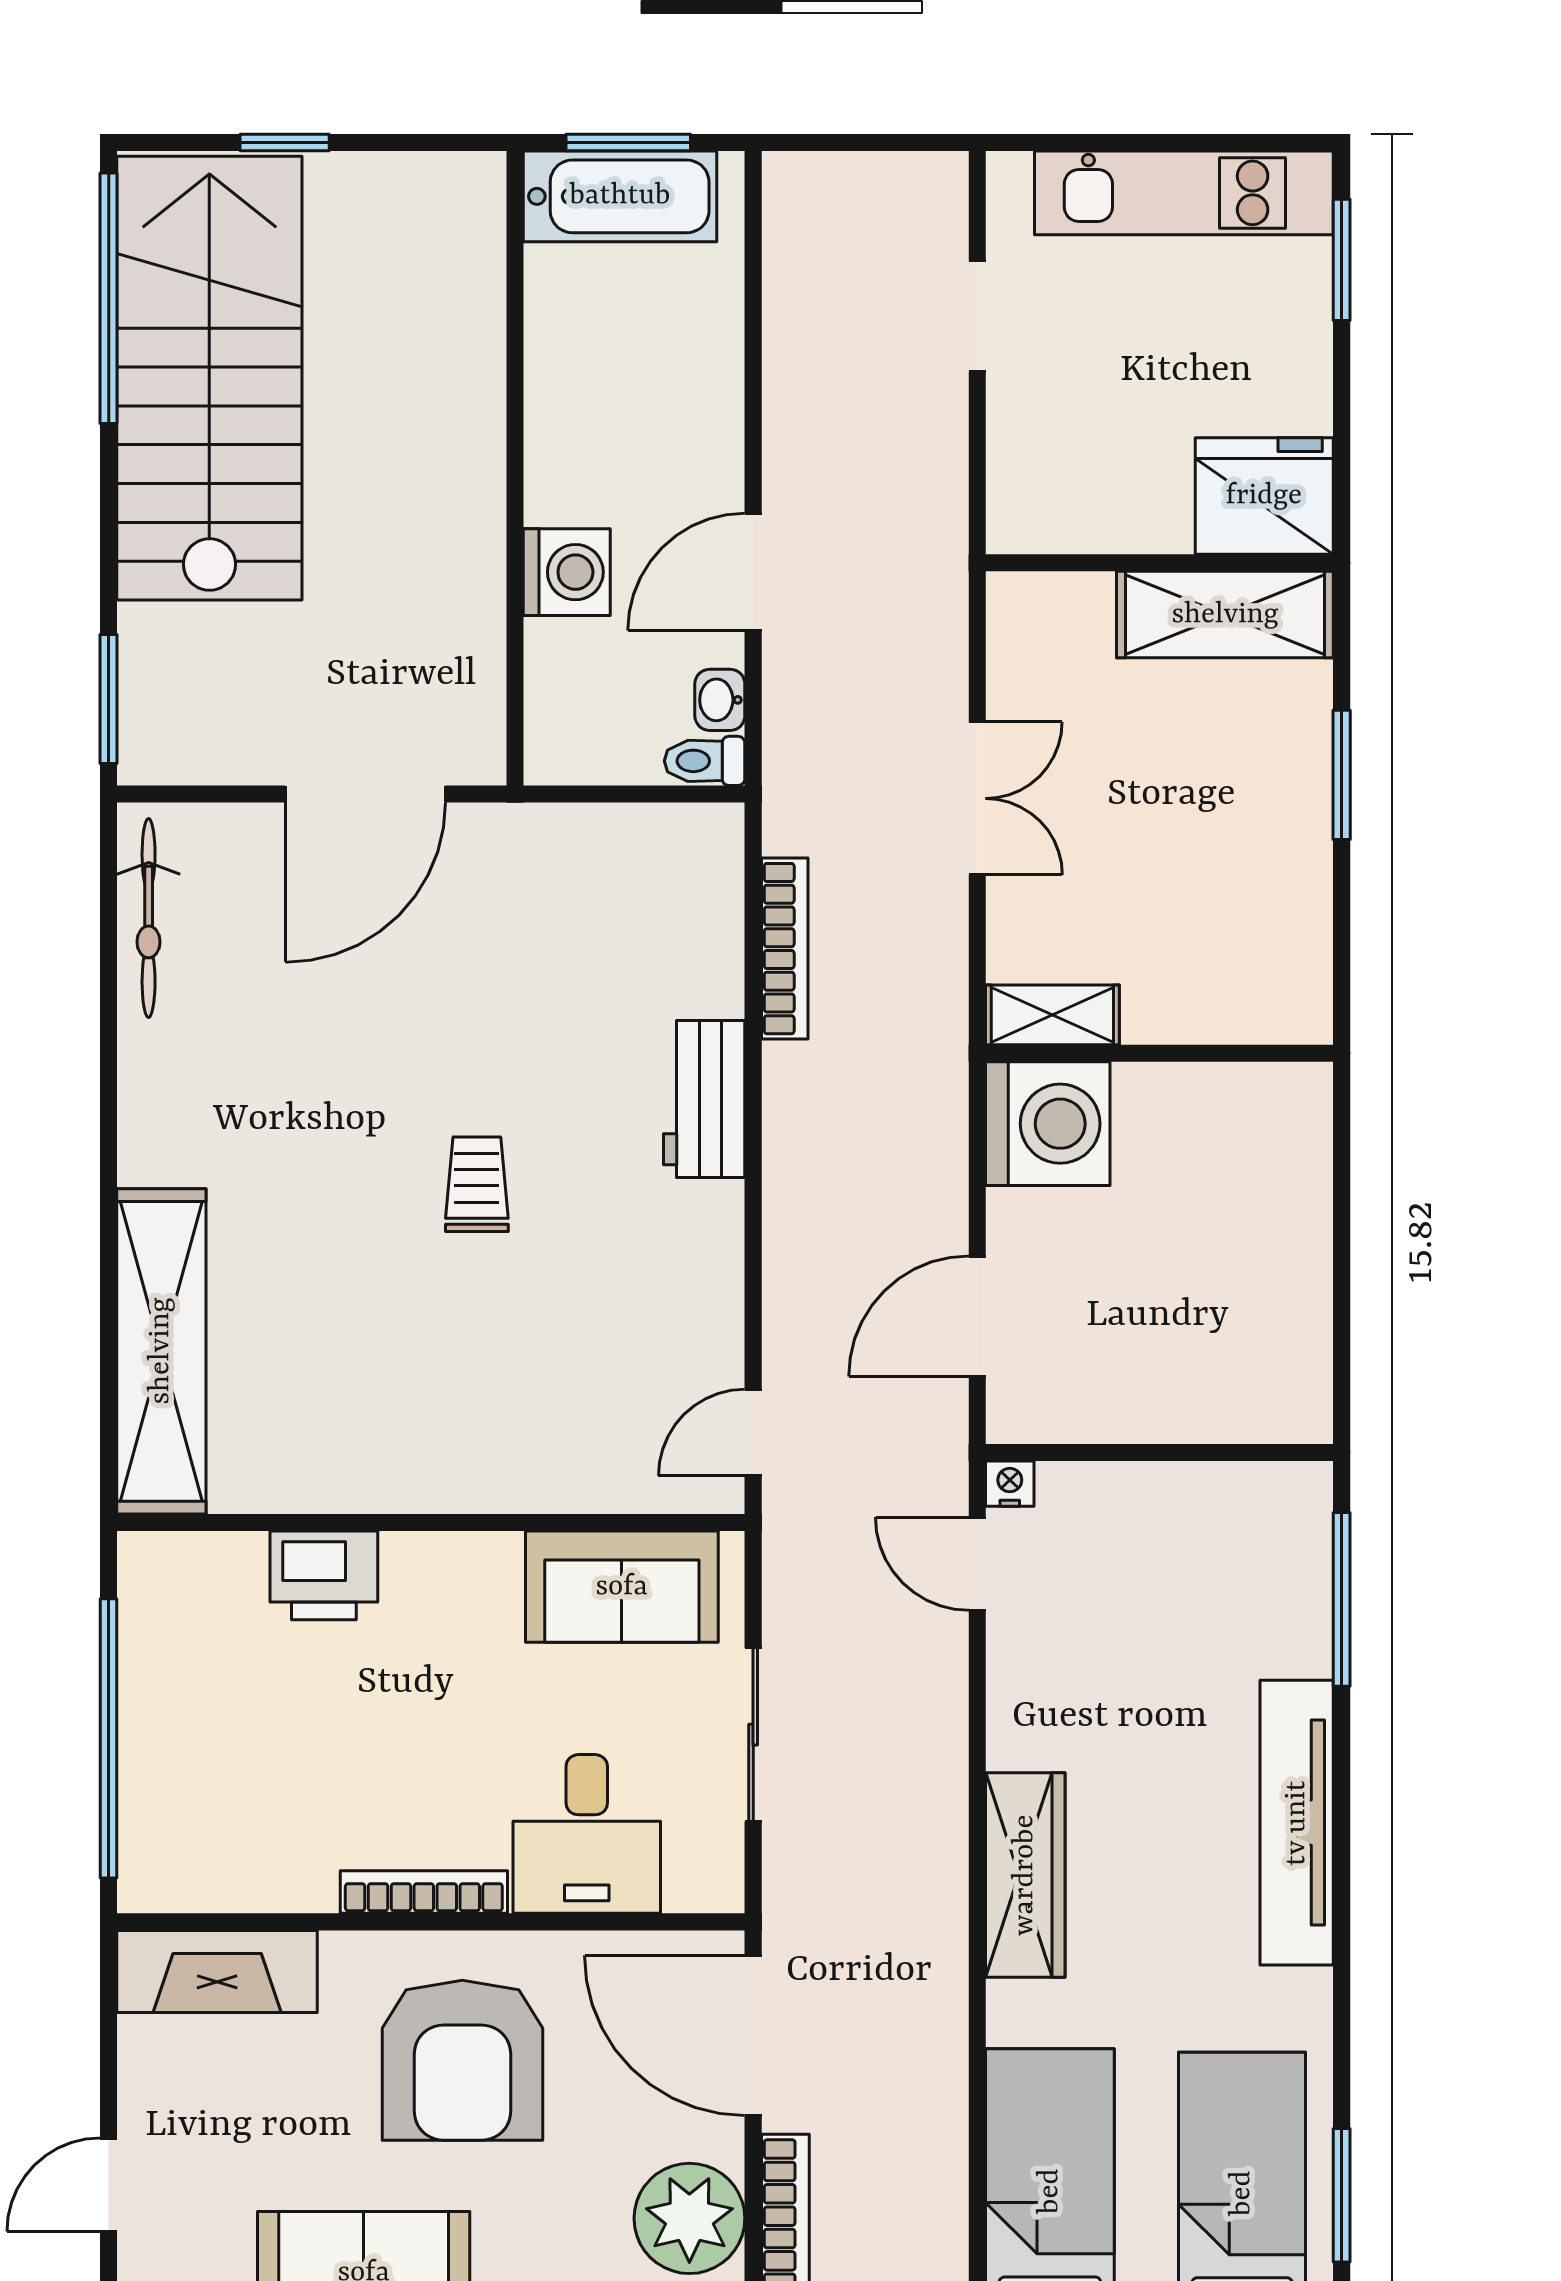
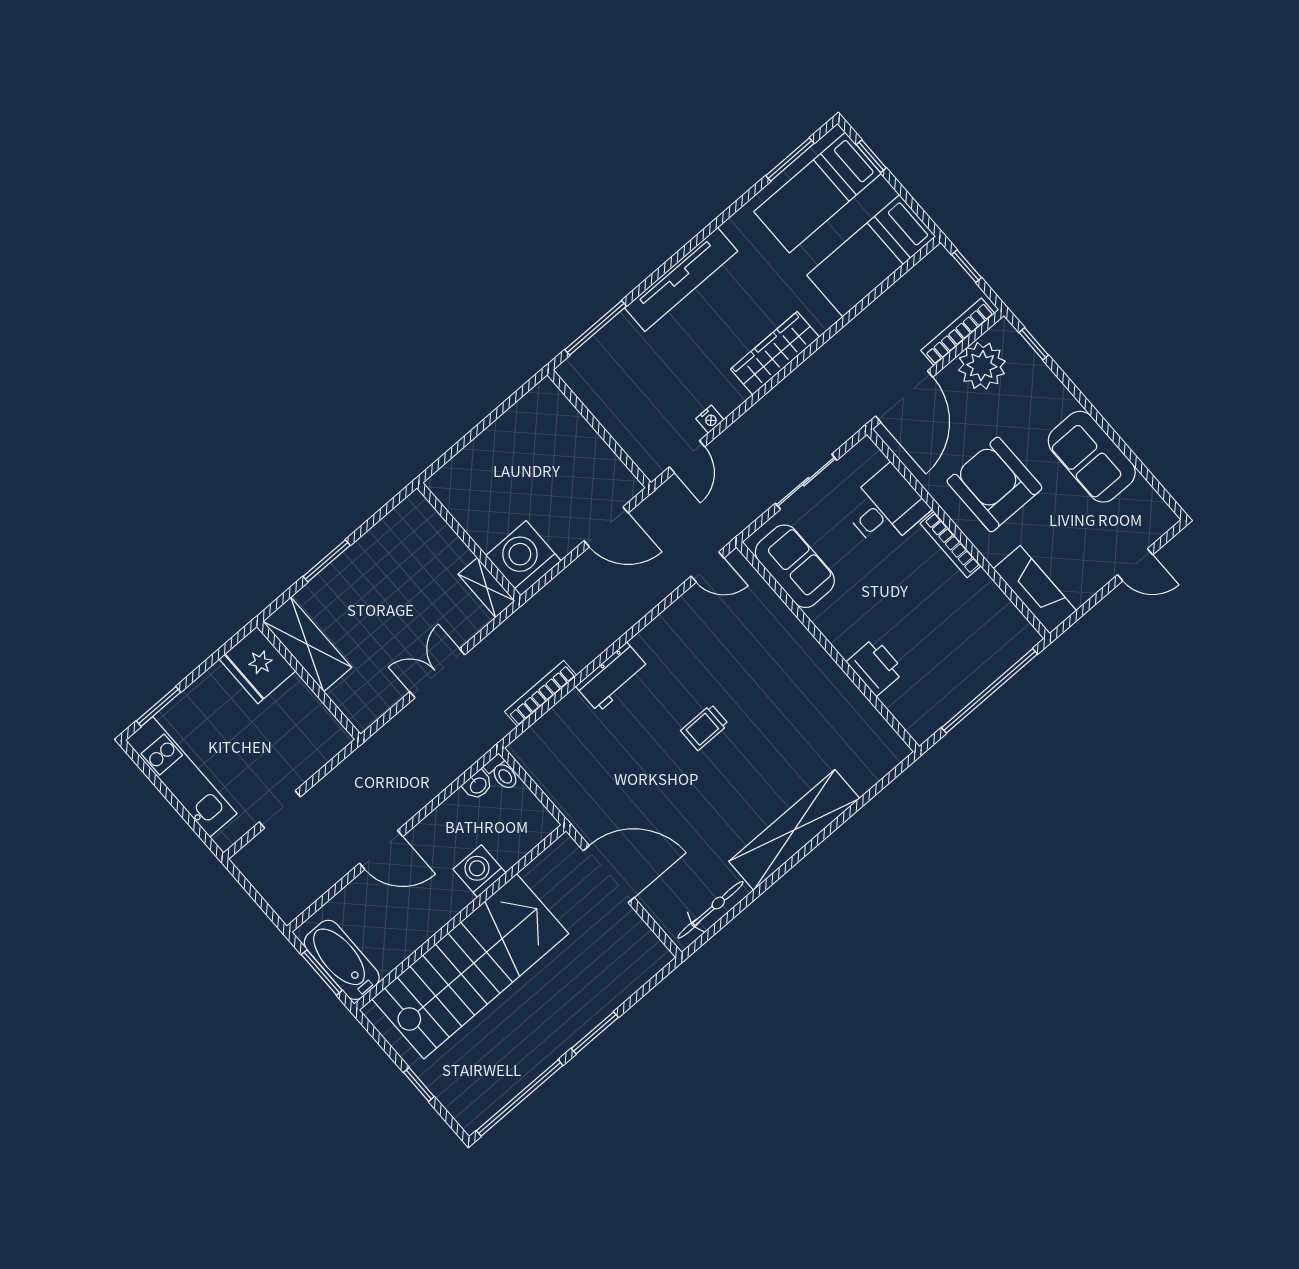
stairs: (209, 378) -> (470, 966), moved, turned 180
door: (753, 572) -> (381, 850), moved
window: (109, 699) -> (595, 1033), moved
shelving: (161, 1351) -> (794, 830), moved
nightstand: (1010, 1484) -> (710, 419), moved, turned -90
armchair: (462, 2060) -> (994, 484), turned -90

